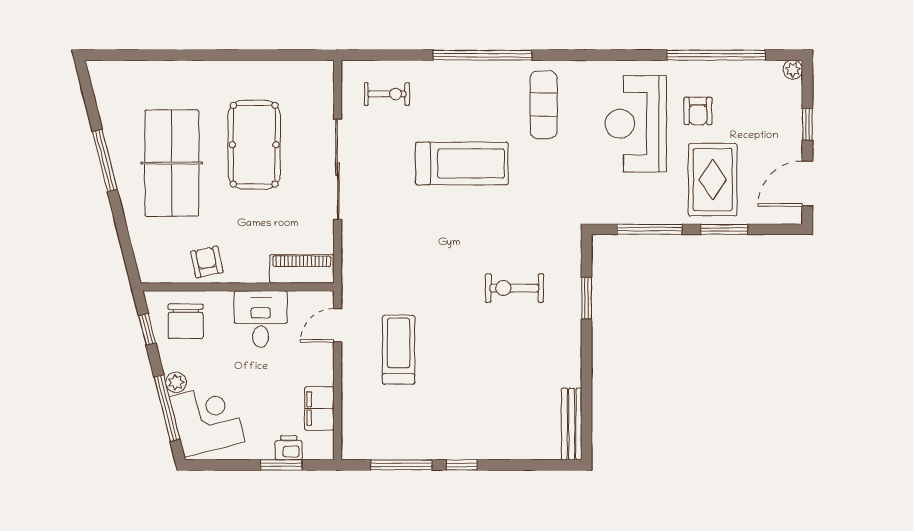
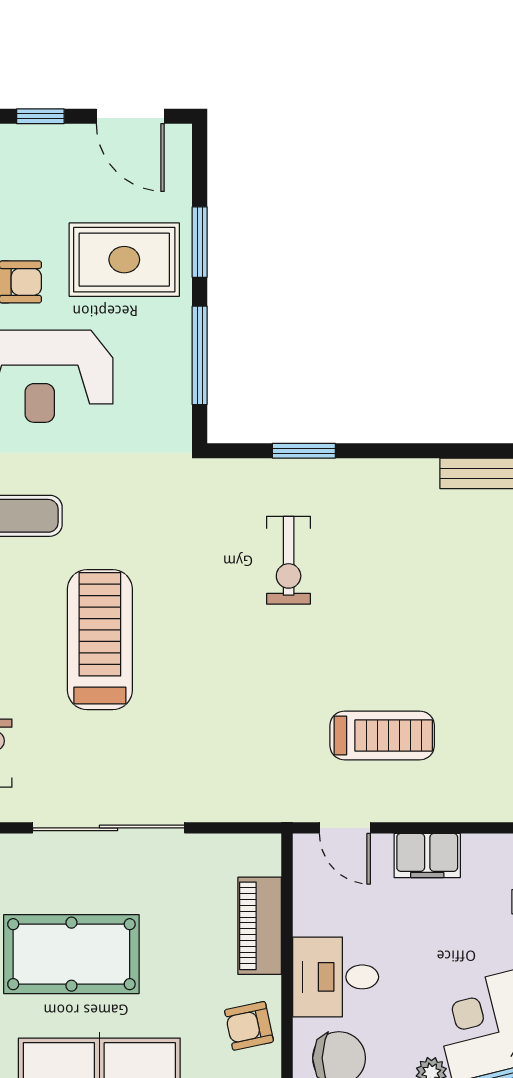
piano: (302, 269) -> (260, 926), moved
desk: (261, 319) -> (336, 977), moved
treadmill: (399, 350) -> (382, 735), turned 180
filing cabinet: (319, 408) -> (427, 855), moved

